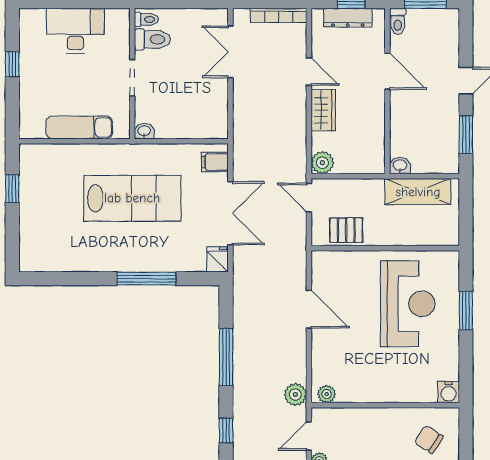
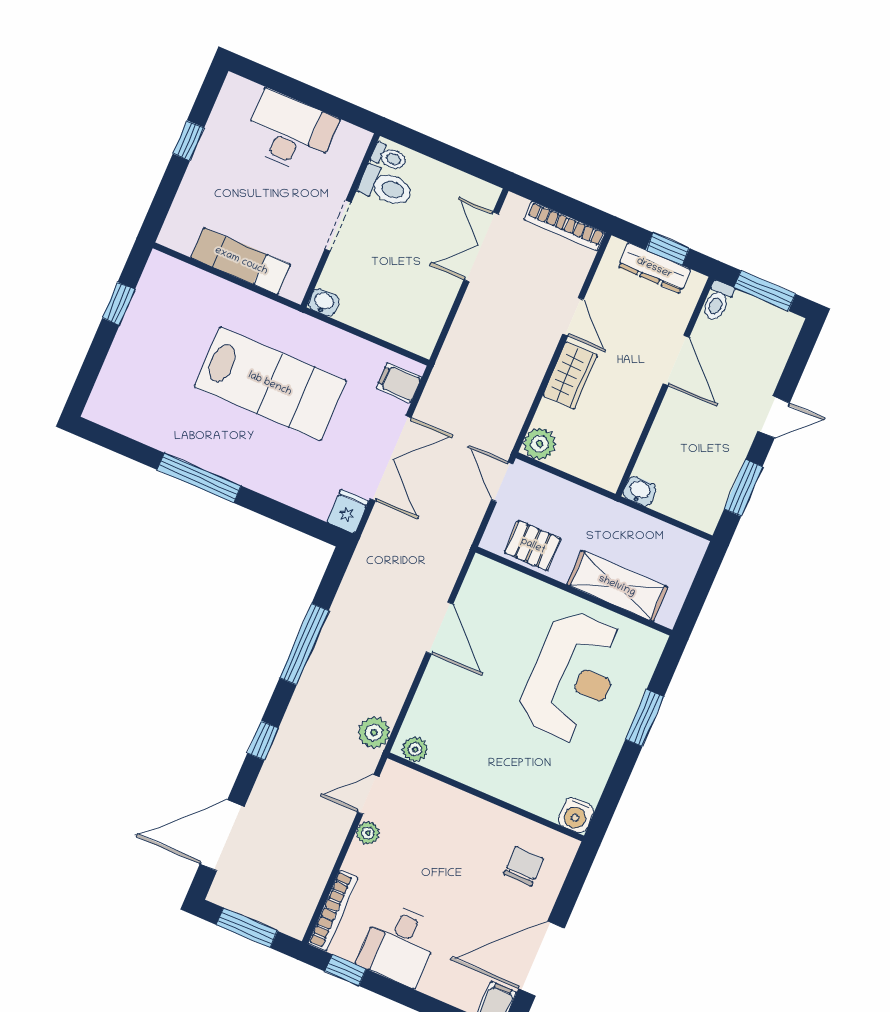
shelving: (418, 192) -> (617, 586), moved
window: (146, 279) -> (199, 478), moved
chair: (429, 439) -> (523, 866), turned 57

